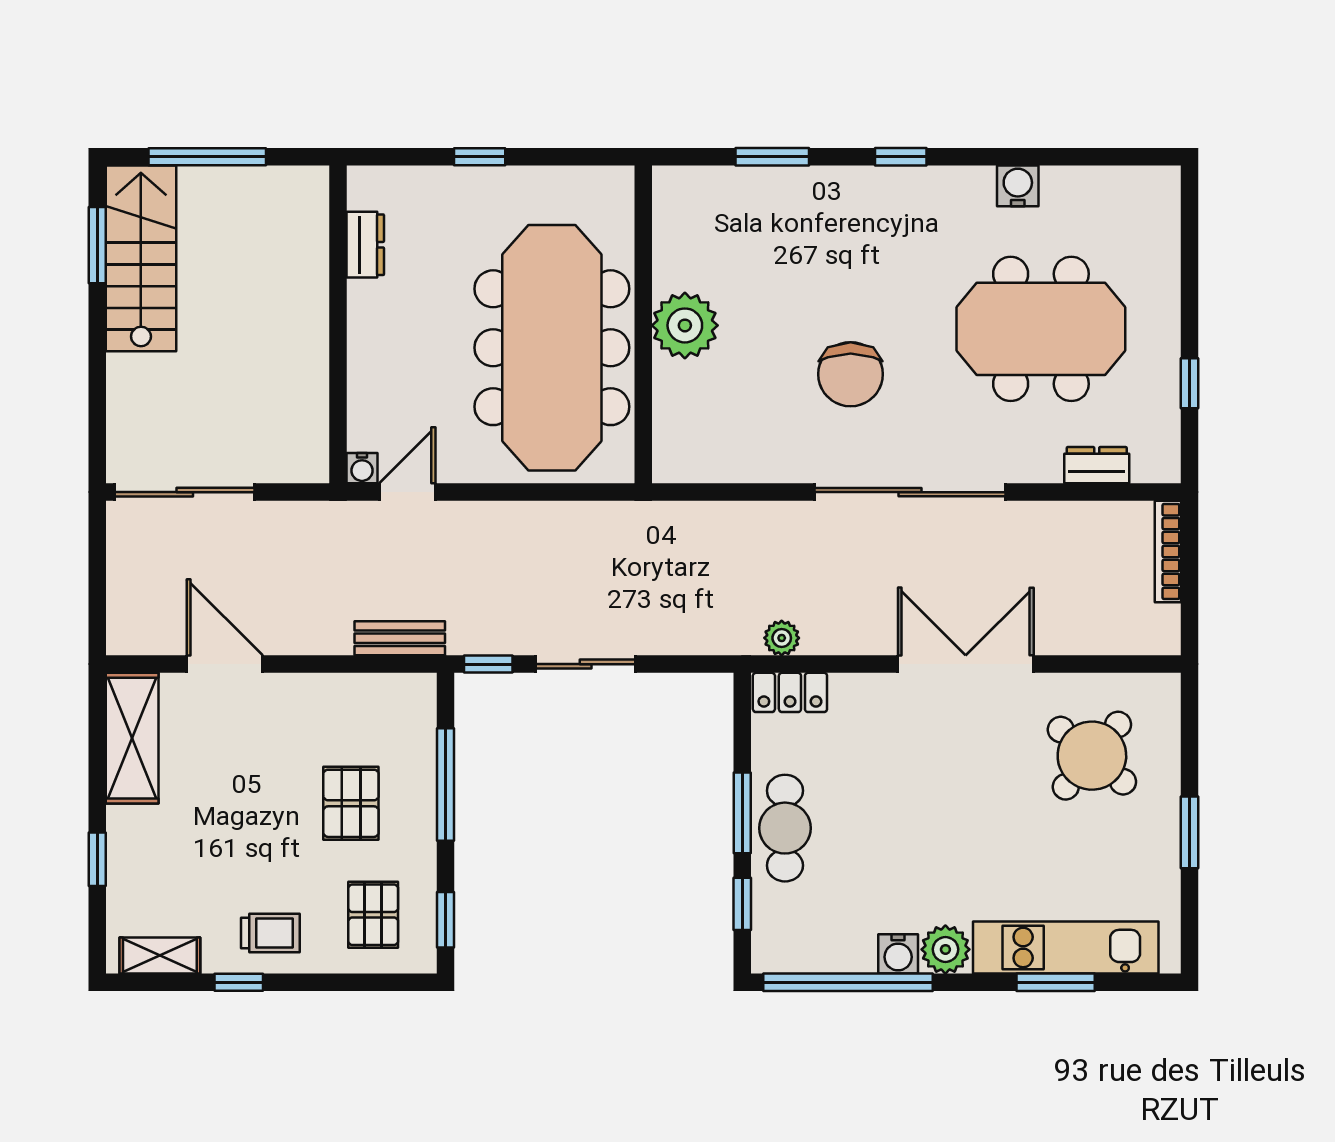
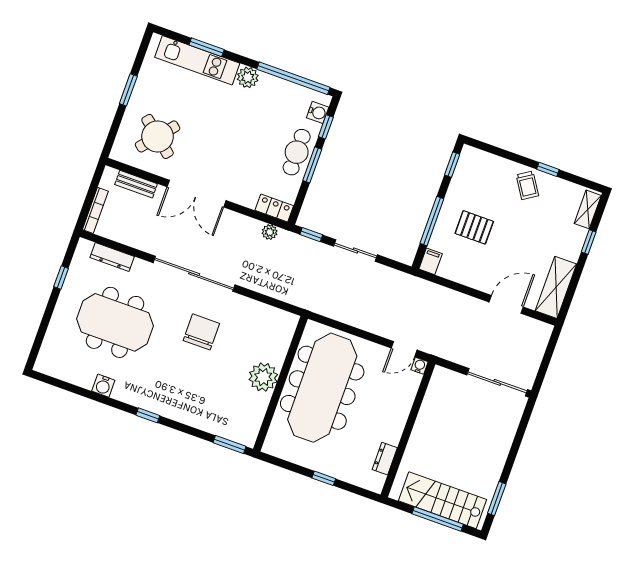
window: (772, 157) -> (229, 445), moved
stairs: (141, 258) -> (443, 500), moved, turned 90
dresser: (1097, 465) -> (112, 257), width x1.44
bench: (400, 638) -> (136, 184), moved
door: (225, 664) -> (506, 304), swing flipped
window: (488, 664) -> (311, 235), moved
filing cabinet: (418, 698) -> (431, 261), added
pallet: (351, 803) -> (474, 227), turned 90
pallet: (373, 915) -> (482, 178), removed
trolley: (270, 933) -> (527, 185), turned -123
water cooler: (898, 954) -> (318, 112), moved, turned 90
shelving: (160, 955) -> (588, 209), moved, turned 90

